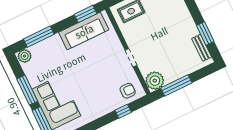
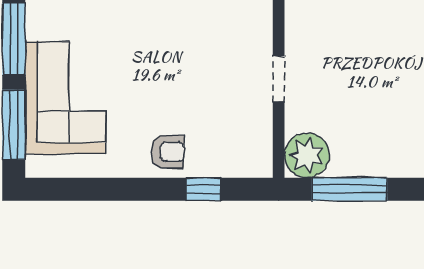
armchair: (128, 91) -> (168, 152), moved

